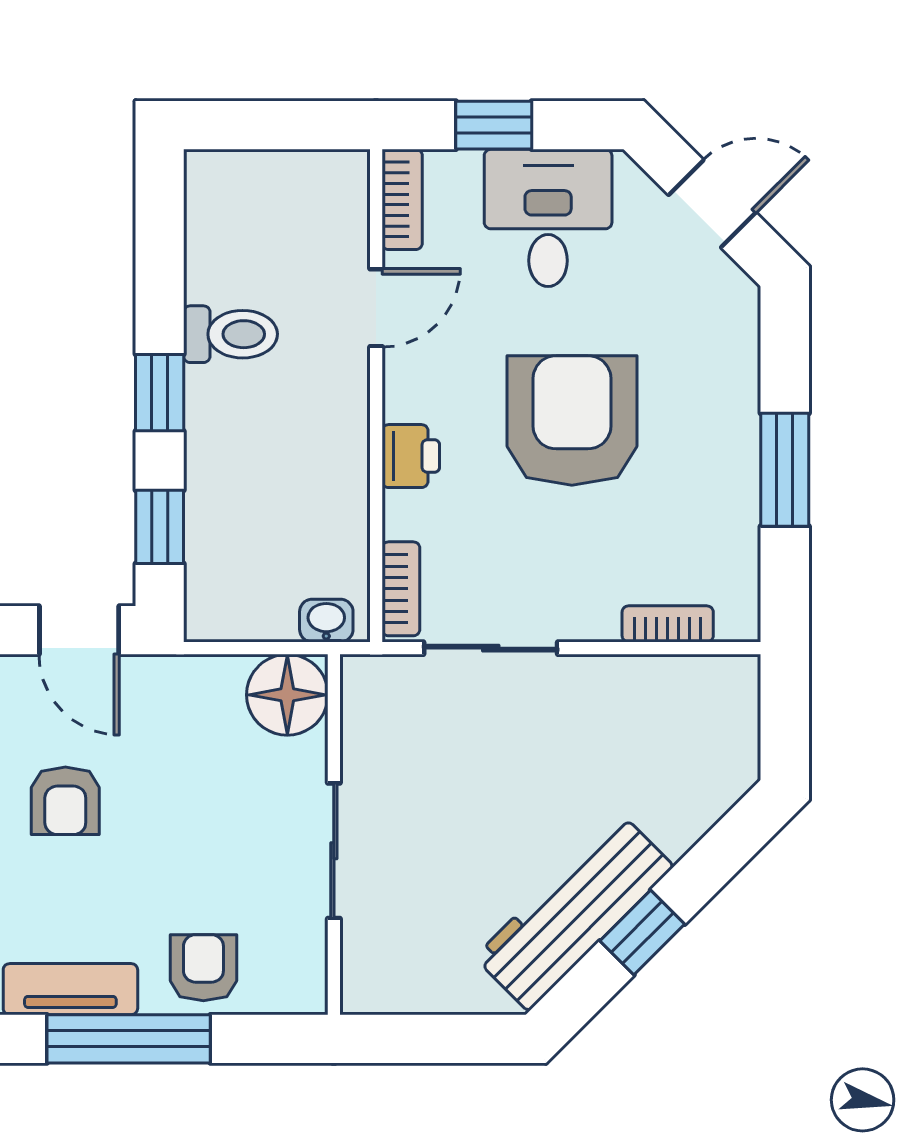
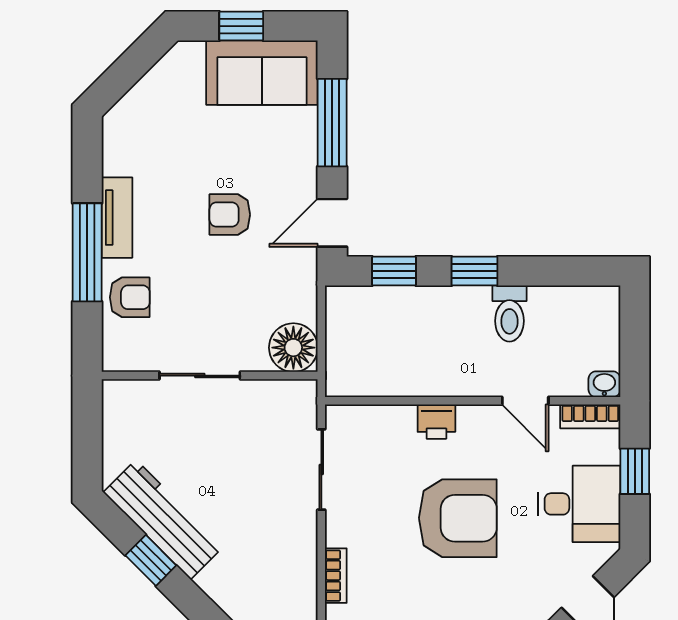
bookcase: (401, 589) -> (357, 416), removed
washbasin: (326, 621) -> (604, 384), moved, turned -90

